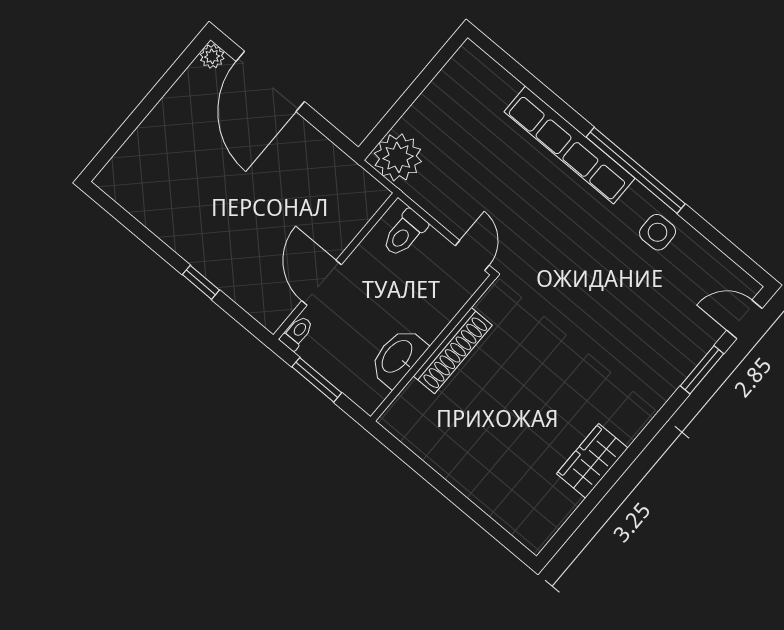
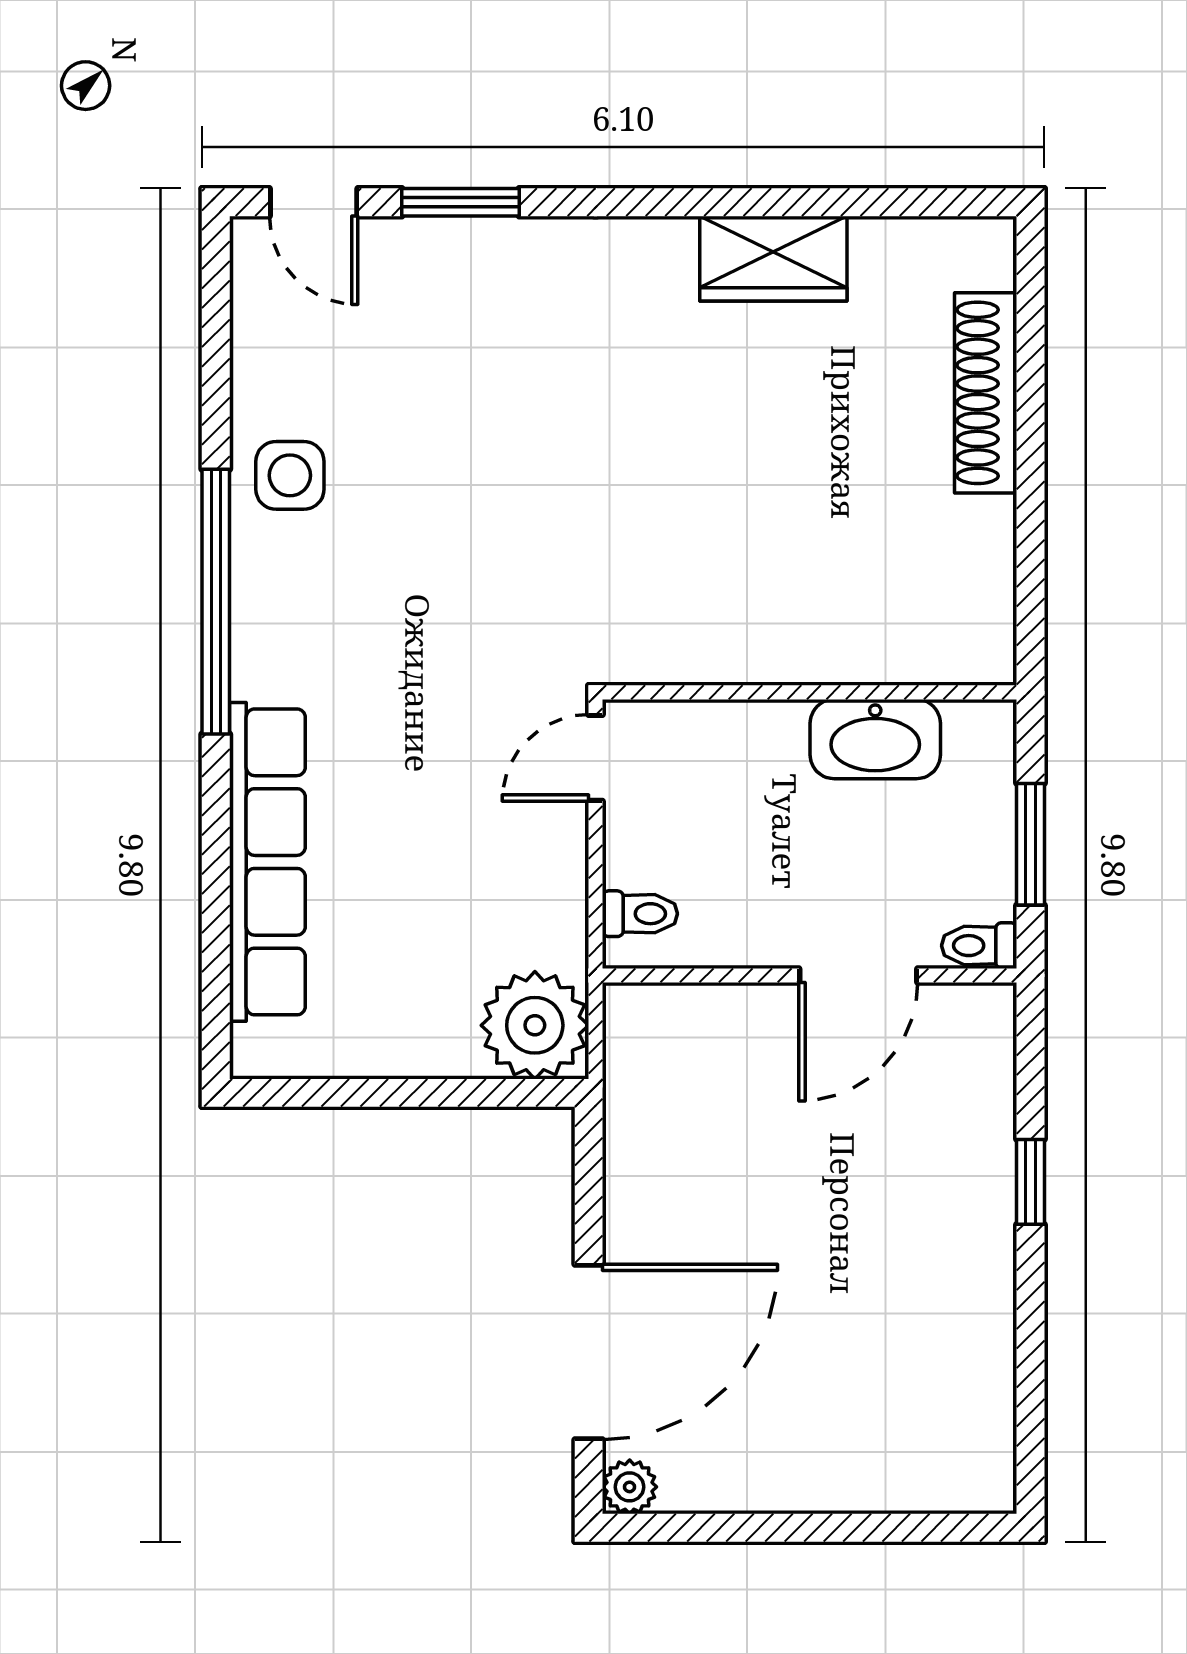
row of seats: (570, 145) -> (267, 862), moved
toilet: (405, 233) -> (640, 914), width x0.73, depth x0.72
shoe rack: (453, 351) -> (986, 393), moved, turned -90

